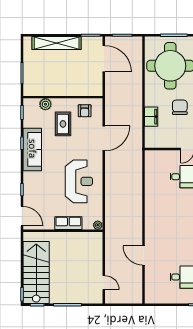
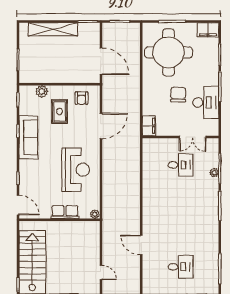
door: (104, 59) -> (101, 61), moved
filing cabinet: (151, 117) -> (149, 126), moved

